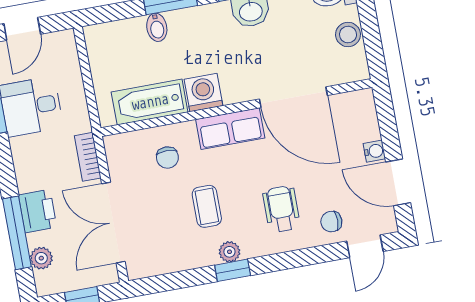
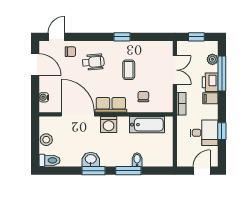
washing machine: (203, 93) -> (109, 124), moved
water cooler: (374, 151) -> (44, 97), moved
filing cabinet: (31, 179) -> (210, 98), added
wheelchair: (281, 209) -> (93, 62), turned -95
double door: (113, 223) -> (175, 70), width x0.73
plant: (229, 252) -> (122, 46), removed

